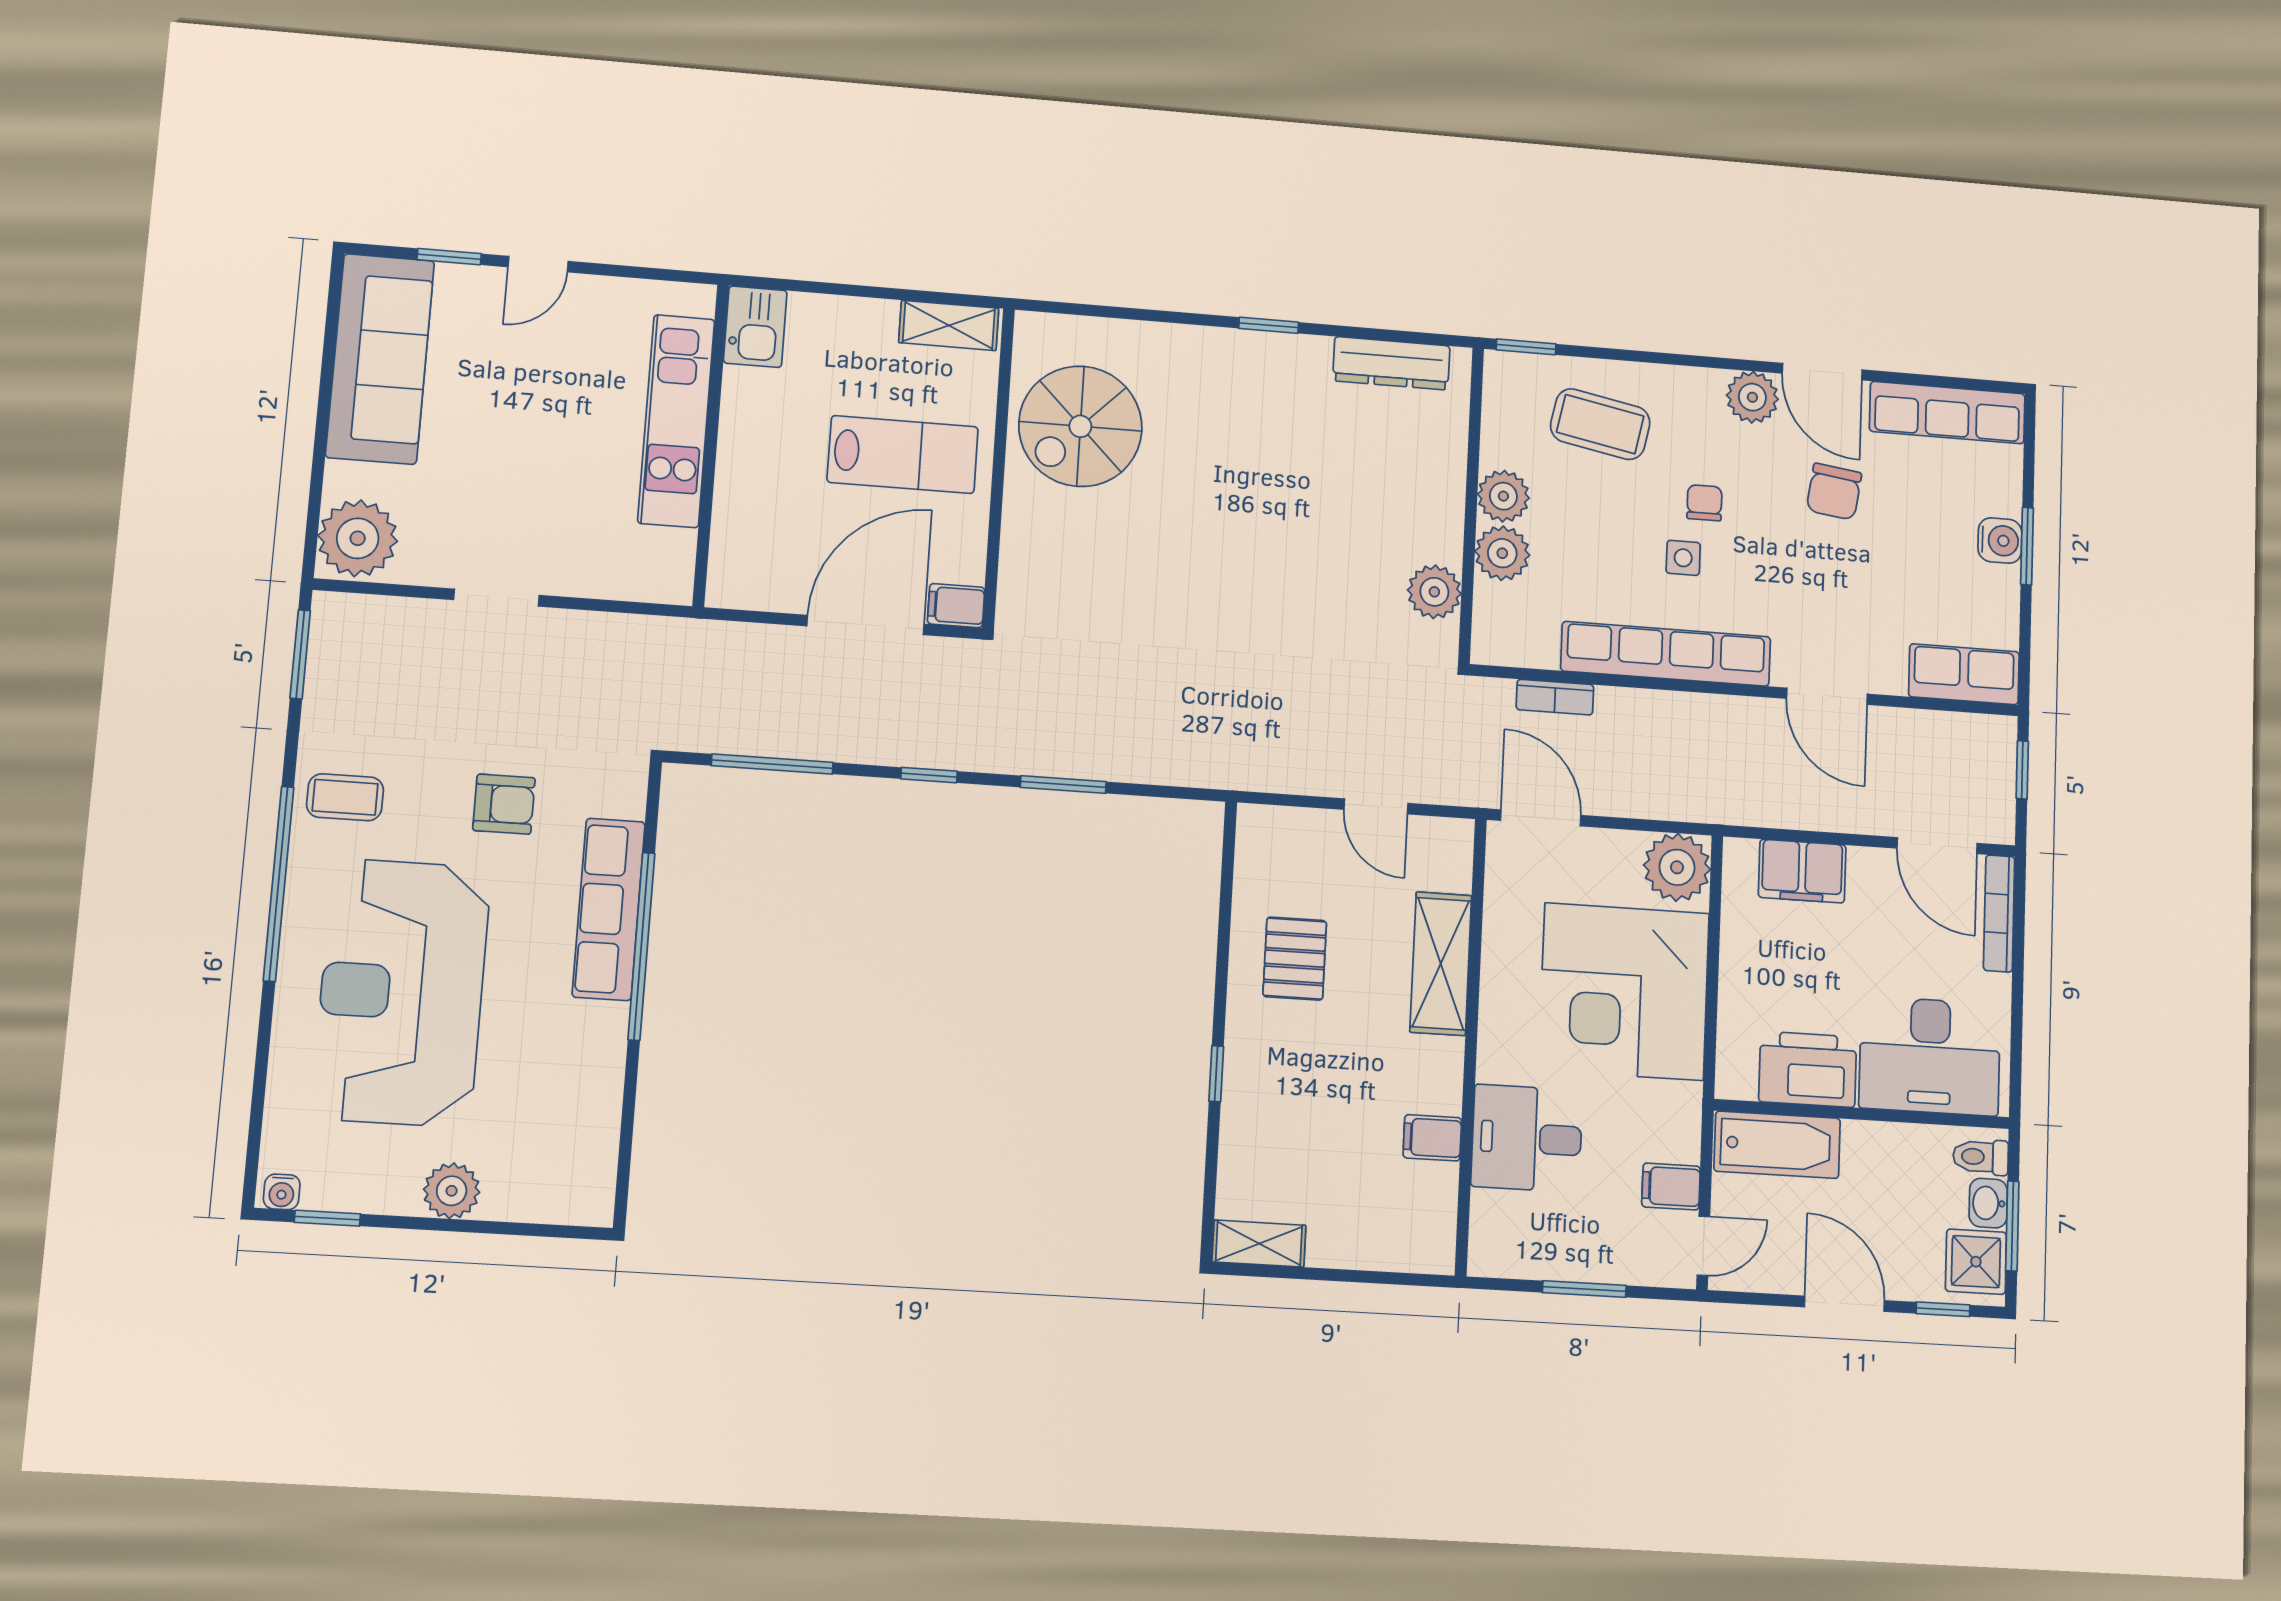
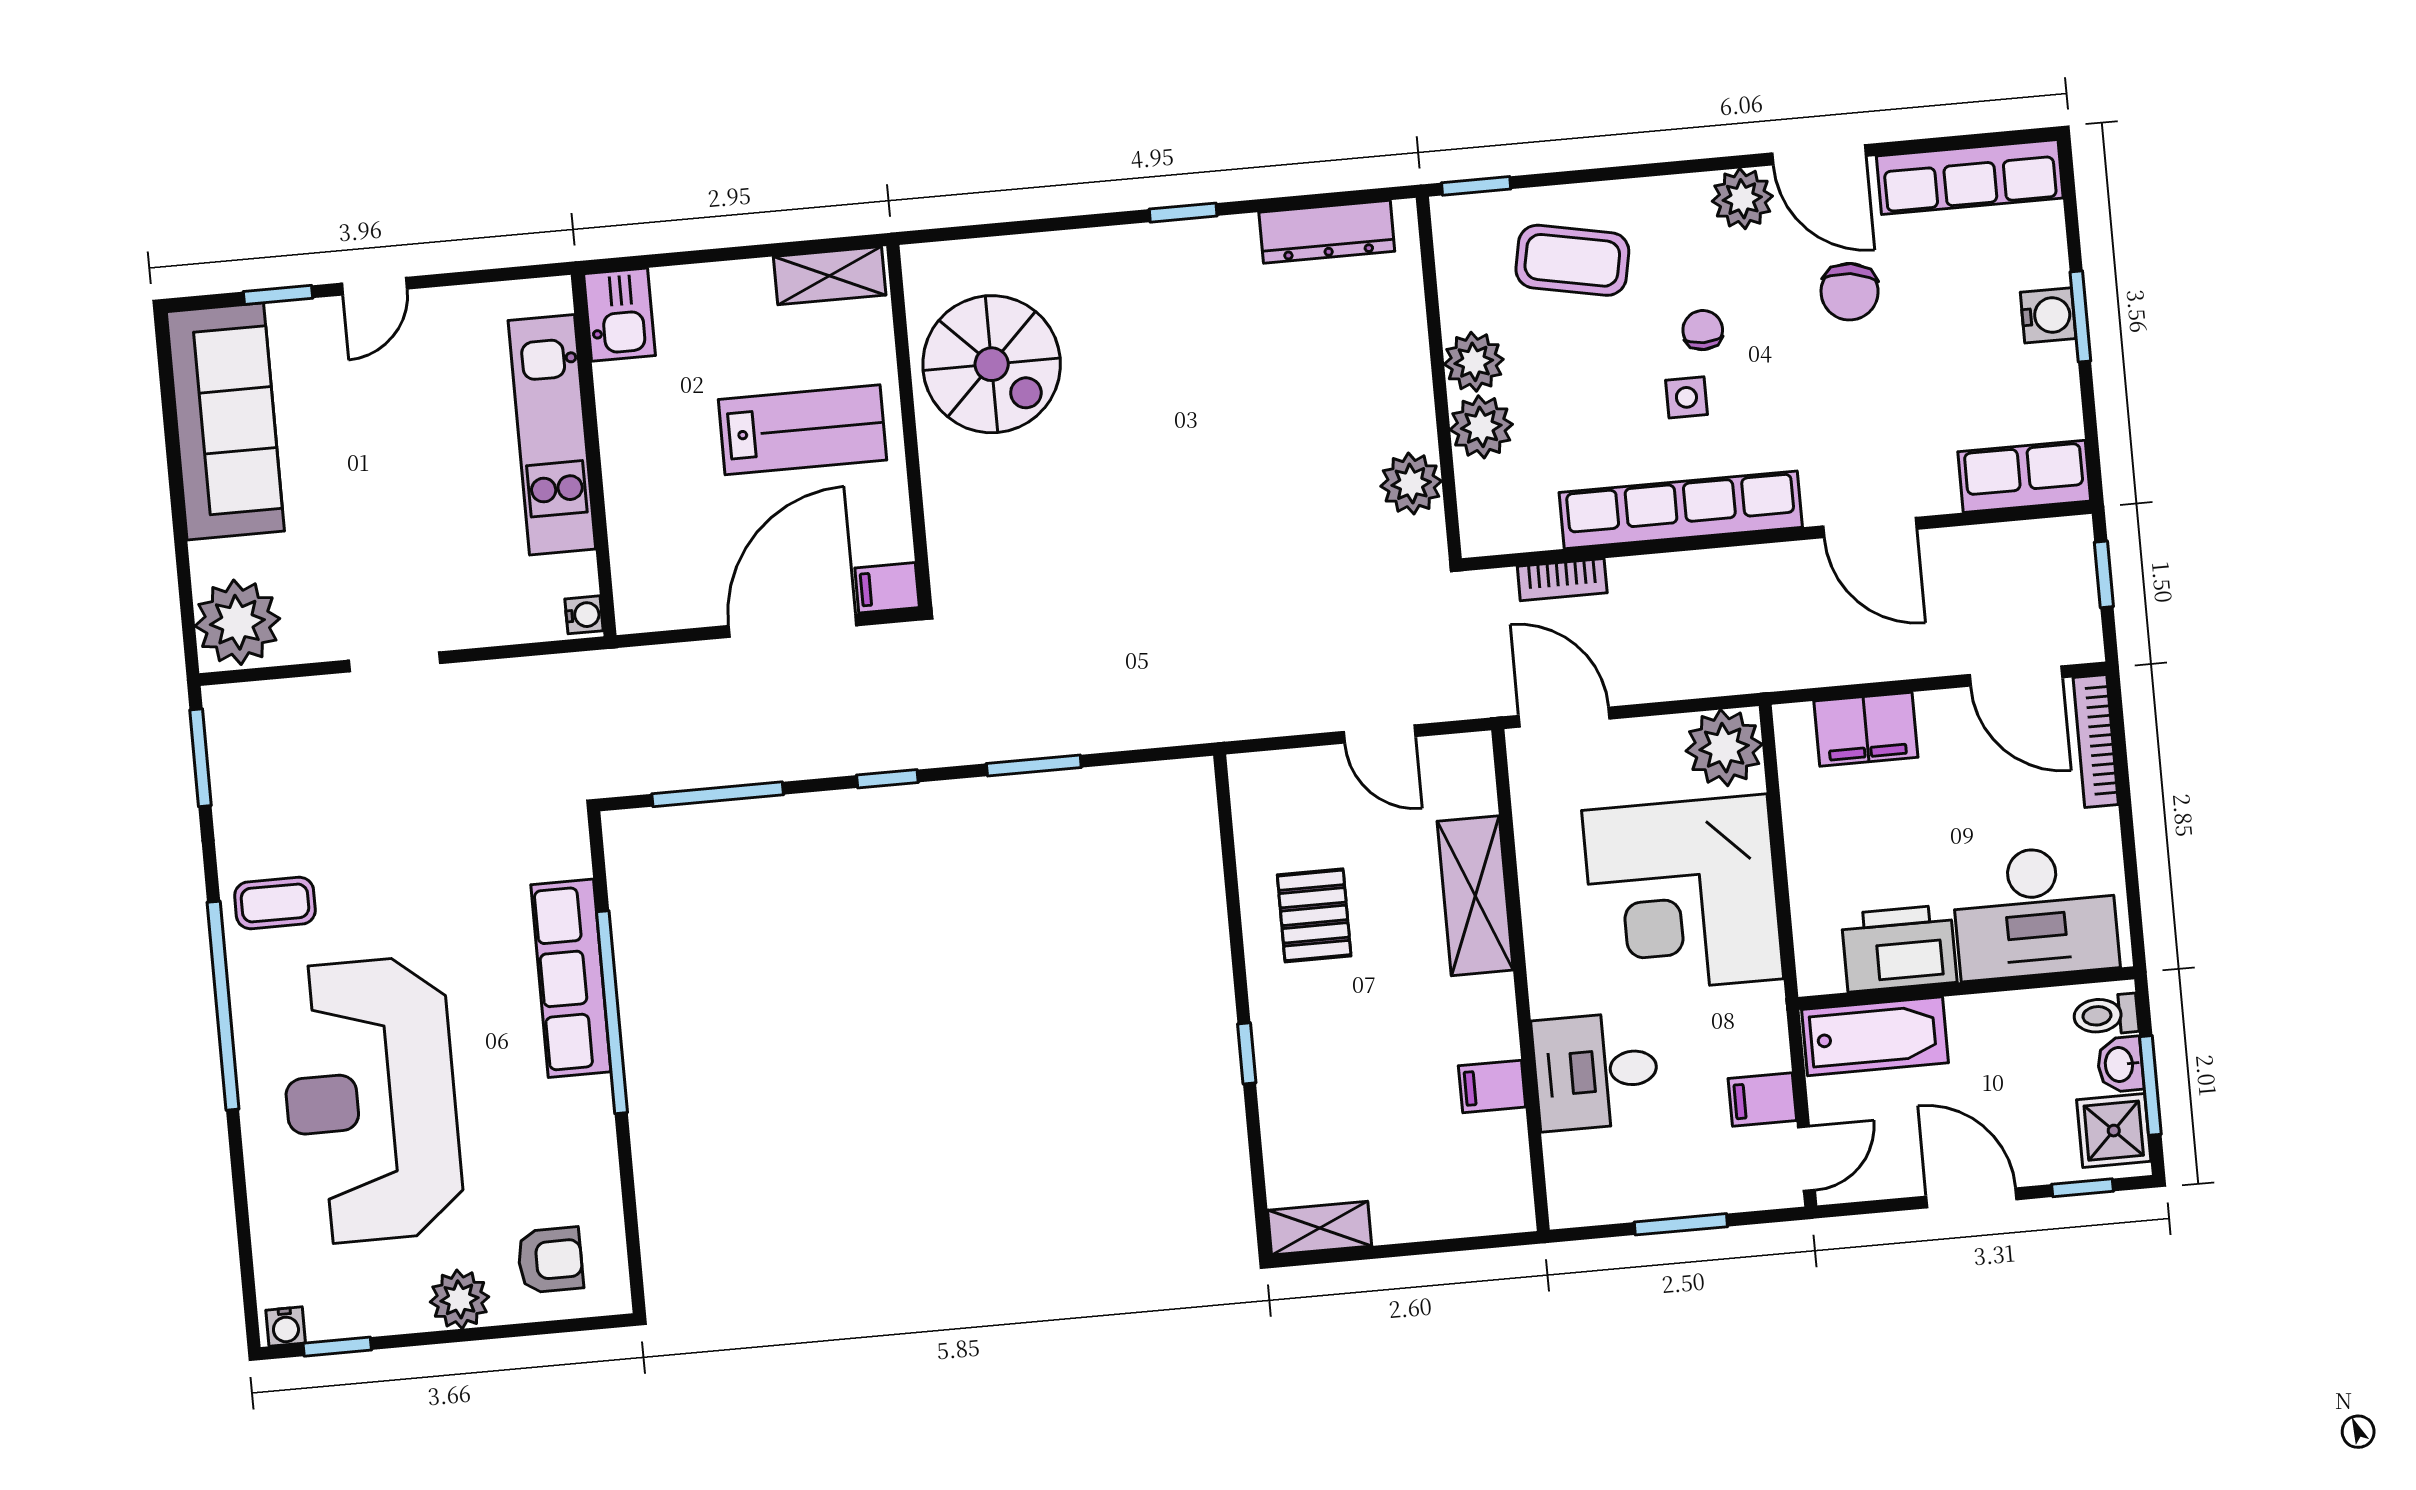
spiral stairs: (1080, 426) -> (992, 364), turned -90
water cooler: (678, 584) -> (584, 615), added
armchair: (504, 804) -> (550, 1260), moved

